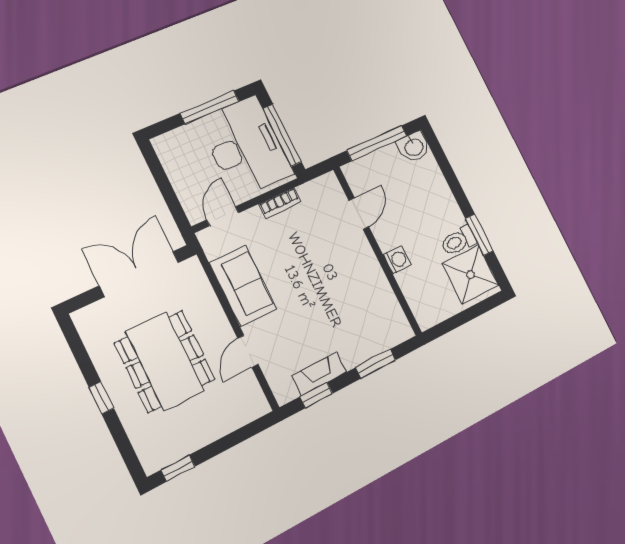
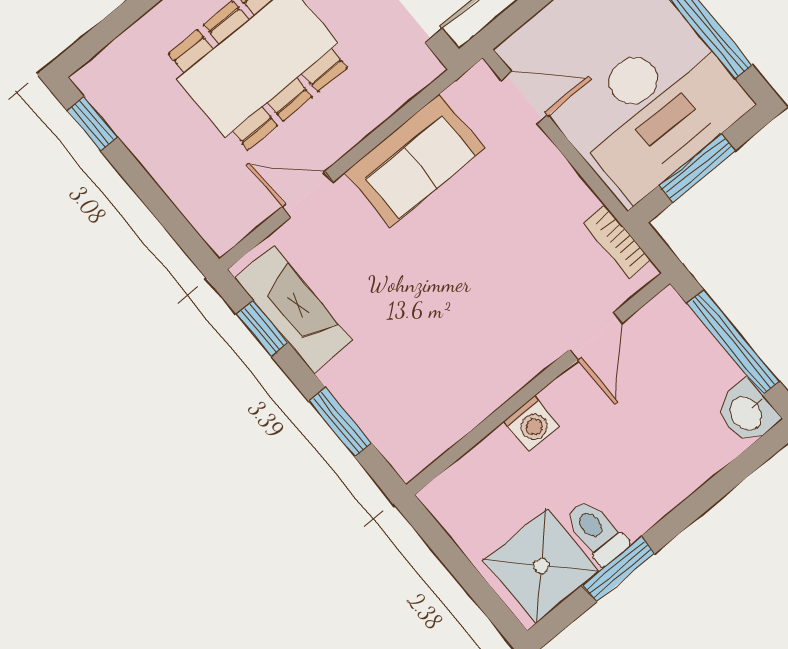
window: (282, 135) -> (697, 168), width x0.69
bookcase: (280, 203) -> (617, 242), moved
door: (359, 213) -> (596, 336), hinge flipped
fireplace: (319, 374) -> (293, 309), width x1.37, depth x1.32

